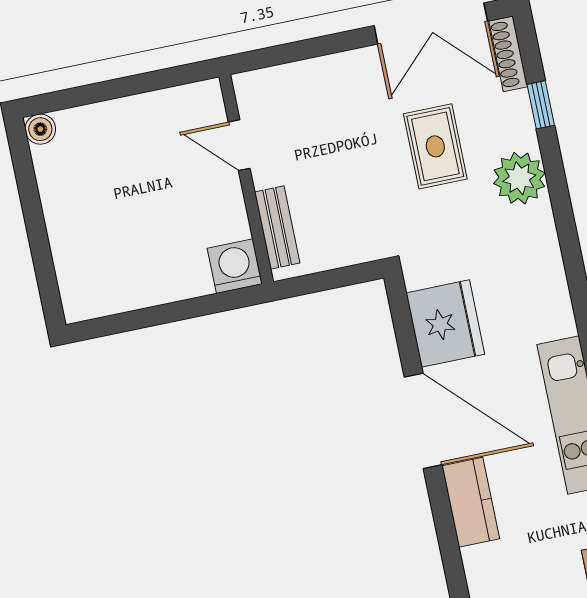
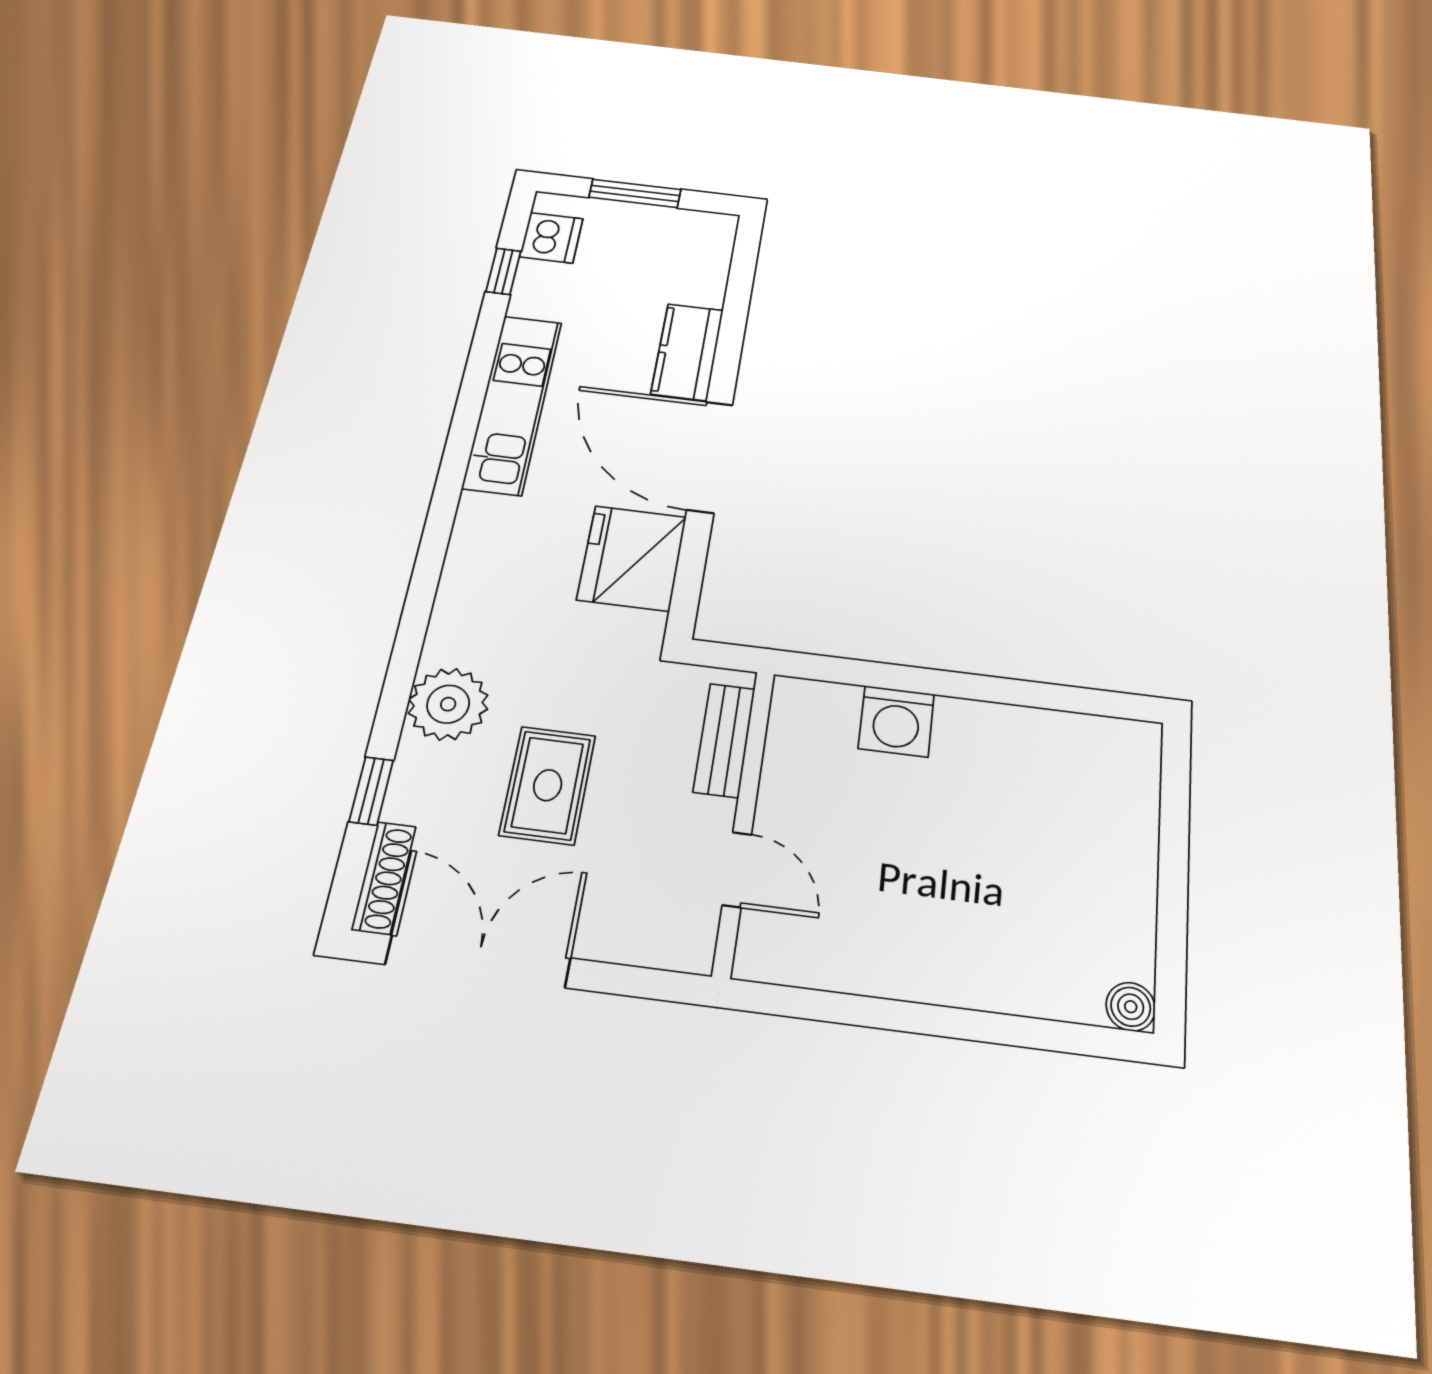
door: (239, 145) -> (737, 870), moved
wall: (246, 179) -> (744, 819), moved
bench: (277, 227) -> (724, 740), moved

